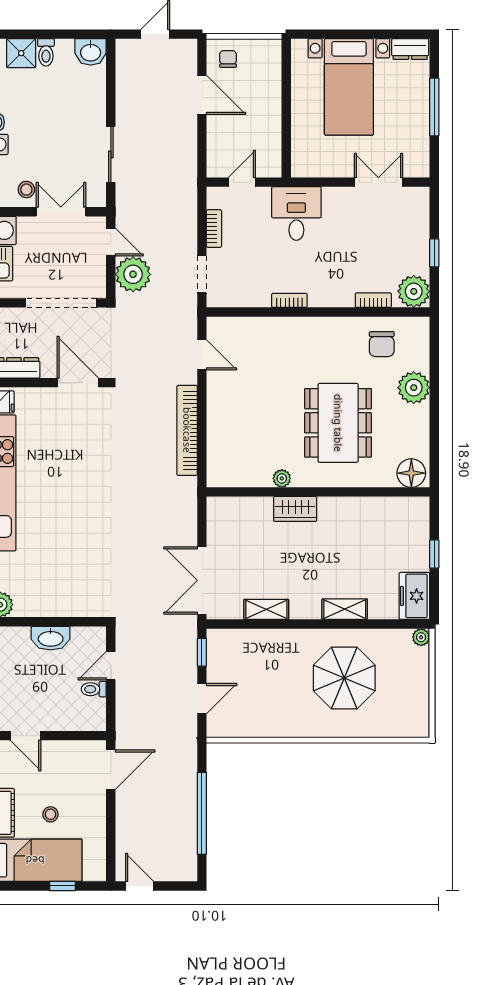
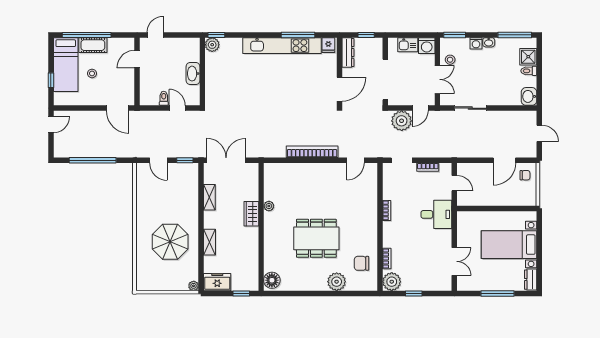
floor lamp: (411, 473) -> (272, 280), moved
plant: (282, 478) -> (269, 206), moved
wall: (318, 492) -> (261, 227), moved
wardrobe: (295, 509) -> (251, 214), moved

